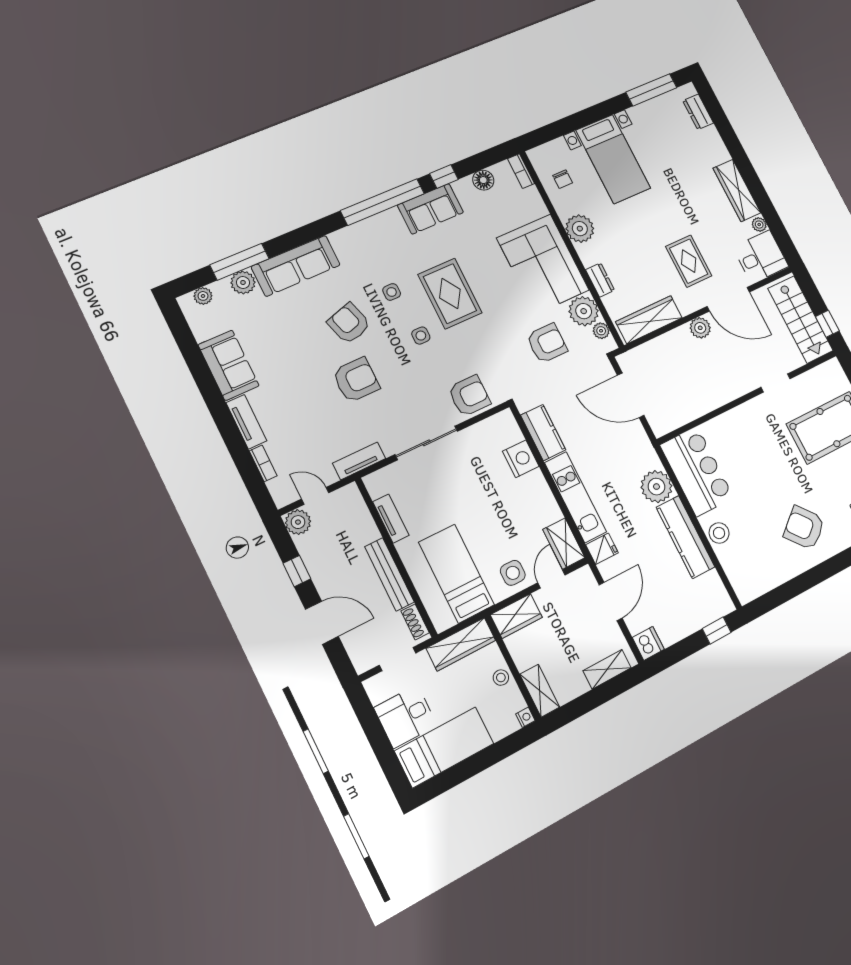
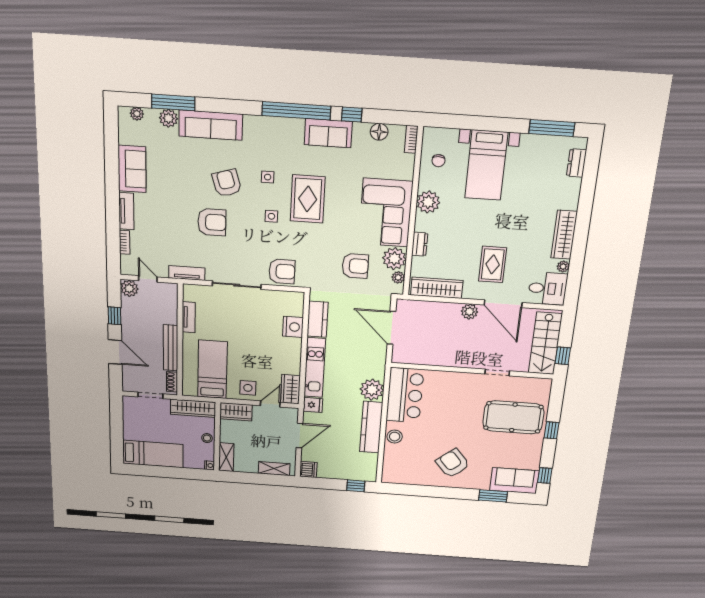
desk: (406, 716) -> (139, 427), removed

